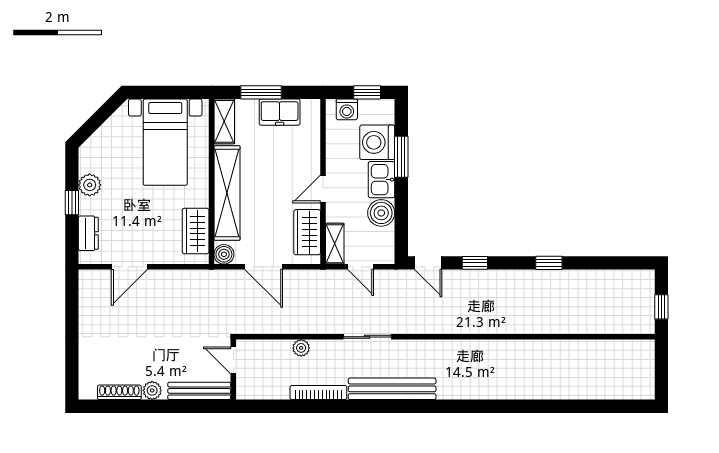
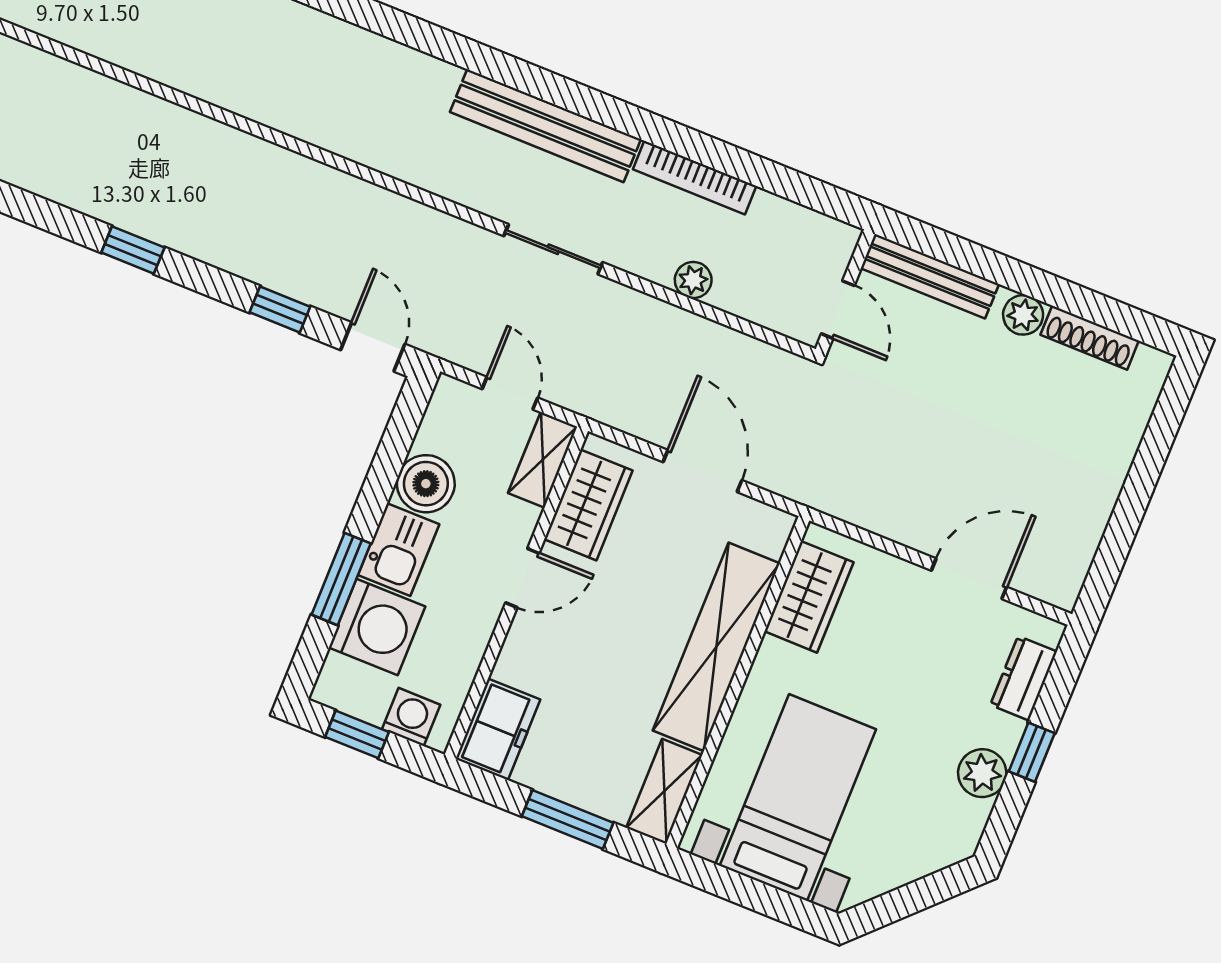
freezer: (280, 112) -> (498, 729), moved, turned 90
boiler: (224, 254) -> (771, 528), removed

